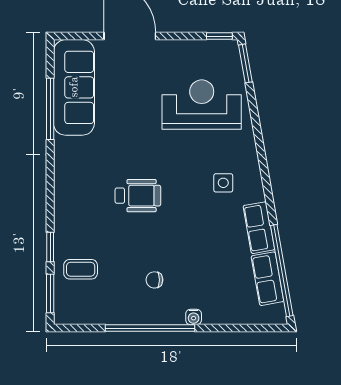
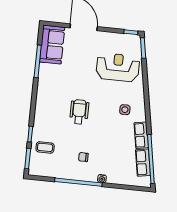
sofa: (74, 87) -> (52, 45), width x0.73
wheelchair: (138, 196) -> (79, 112), turned -90

